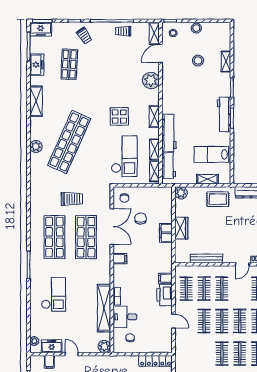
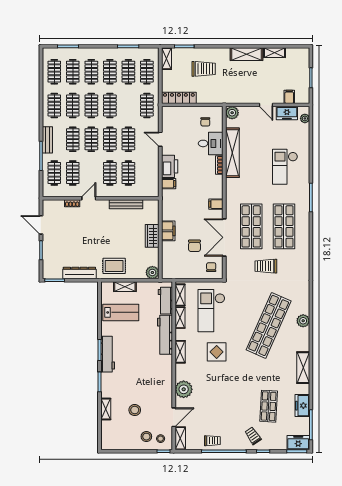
stool: (196, 28) -> (146, 437), moved
clothes rail: (186, 289) -> (147, 105), moved

